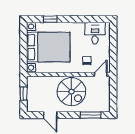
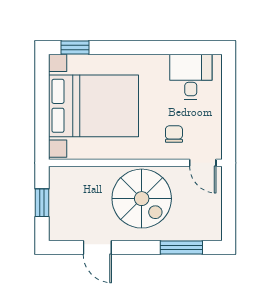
window: (50, 19) -> (75, 48), moved
door: (101, 74) -> (203, 163), swing flipped

